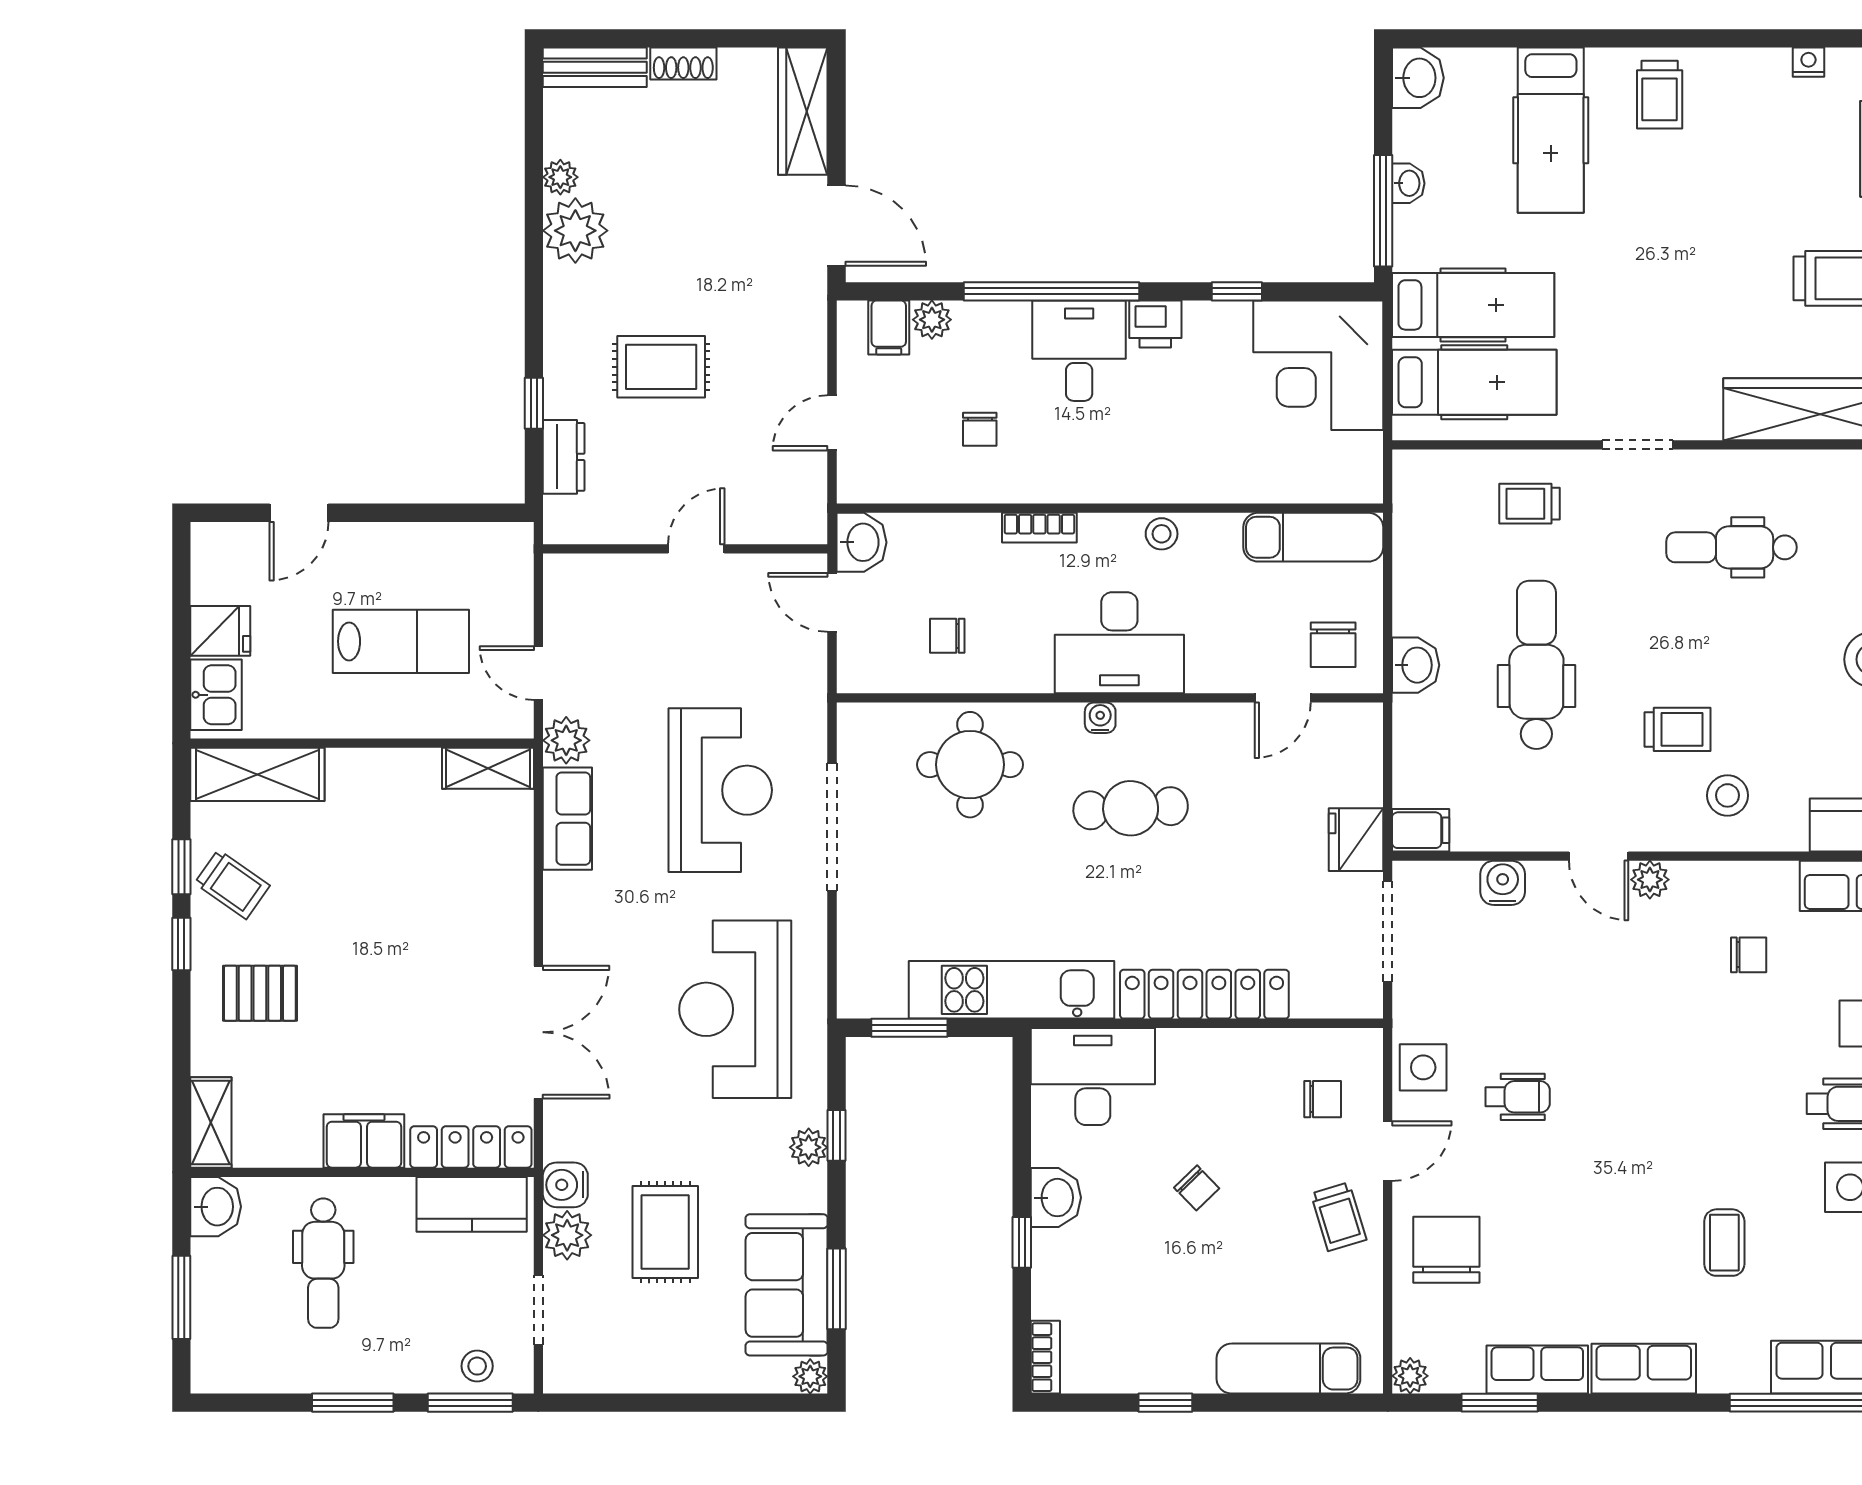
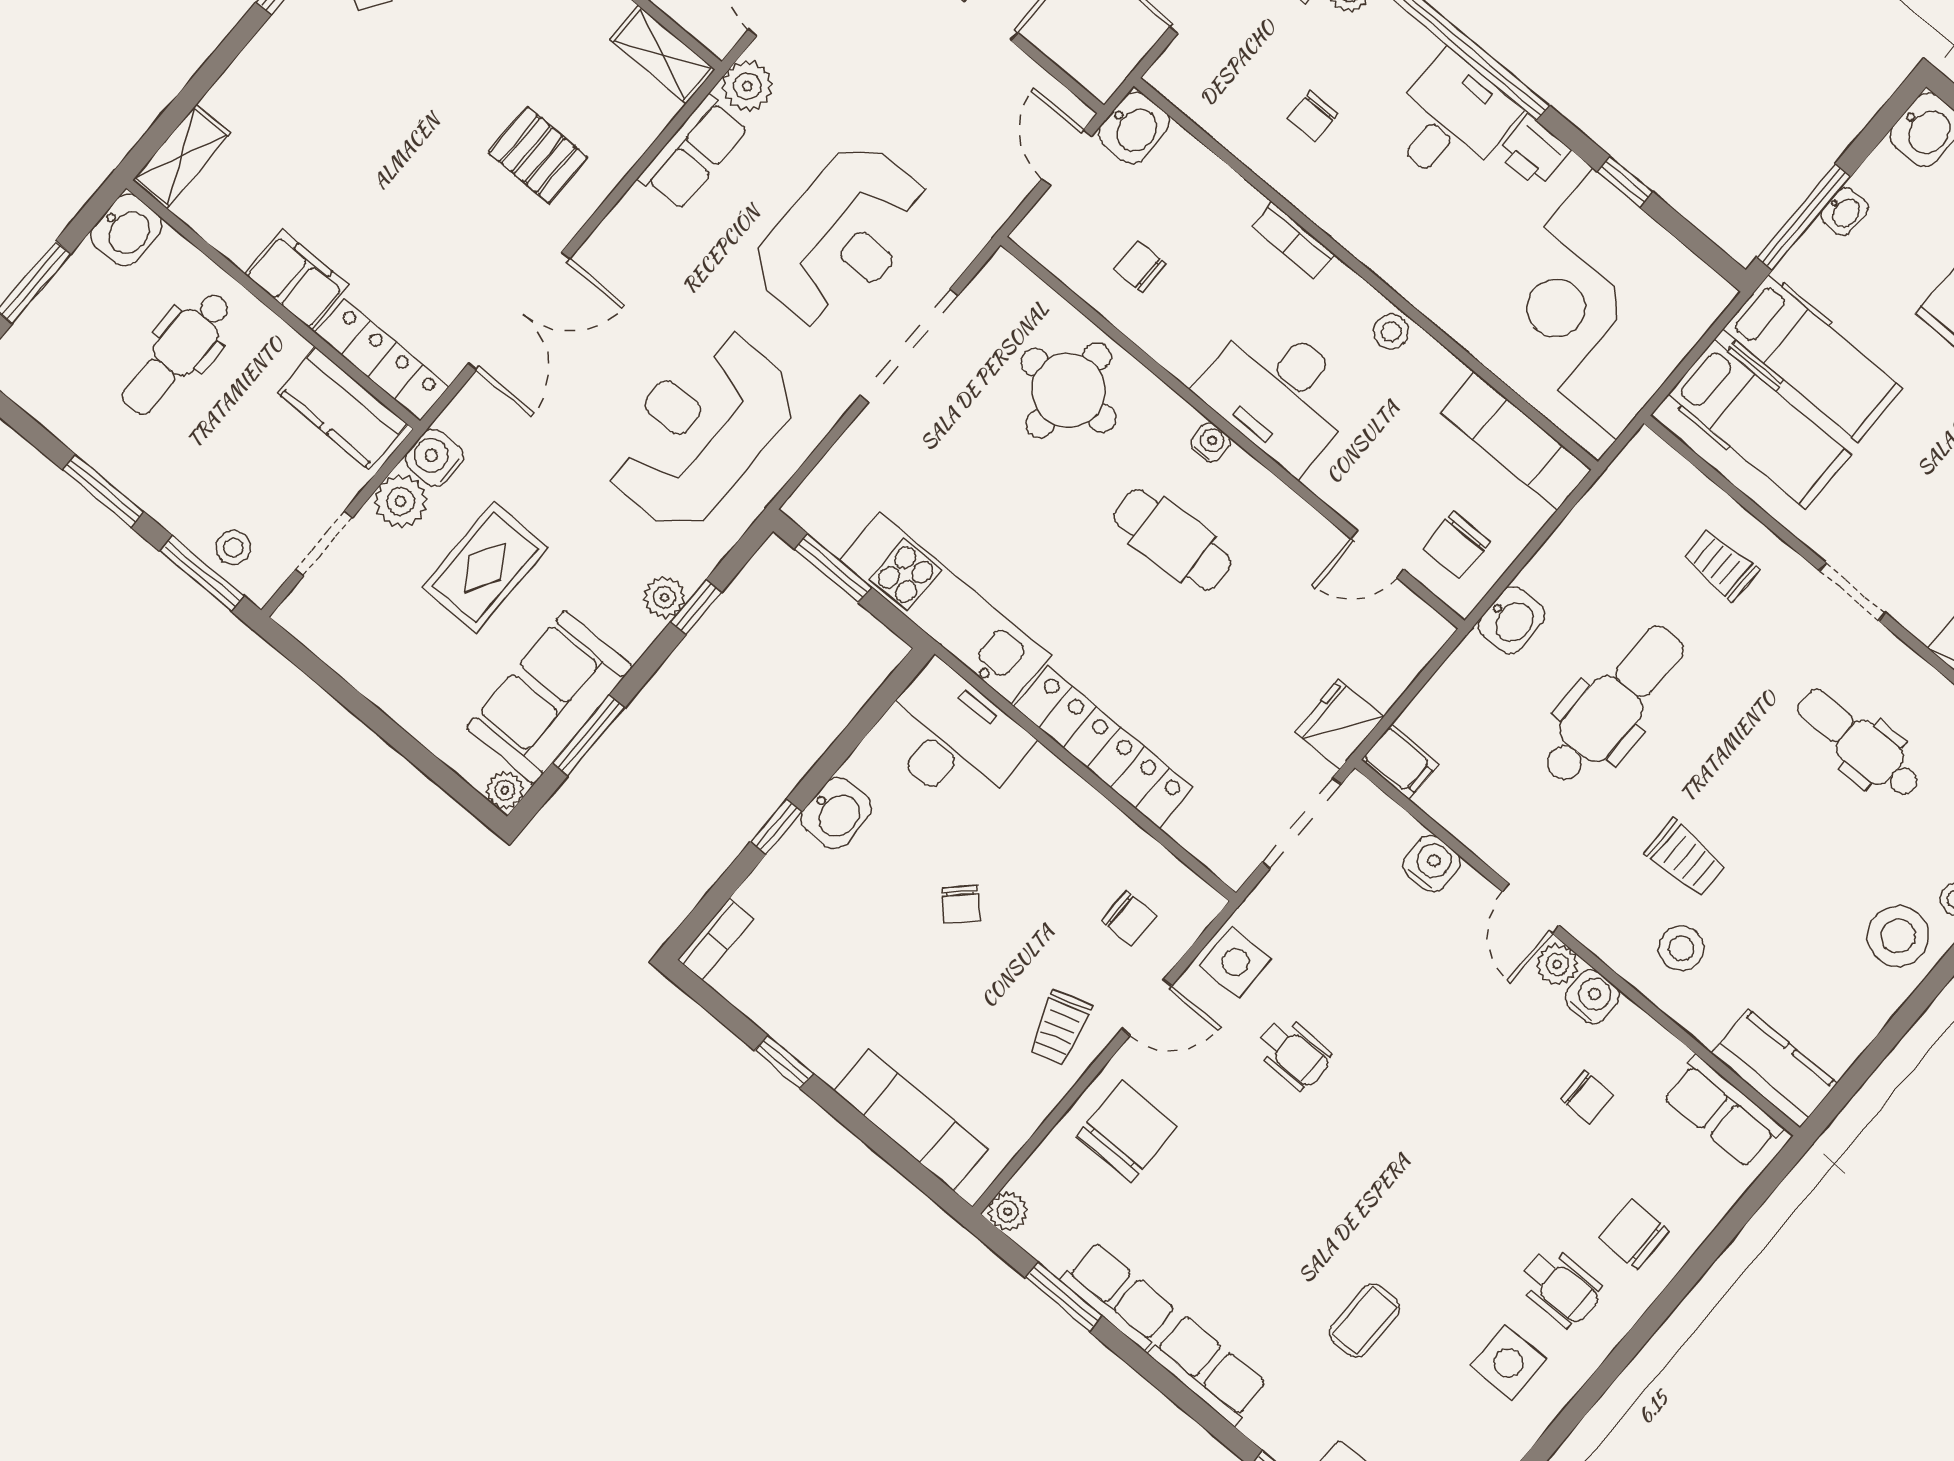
corner desk: (1318, 365) -> (1605, 304), width x1.36, depth x1.36
water cooler: (1694, 882) -> (1592, 997), added
pallet: (260, 993) -> (538, 155), moved

